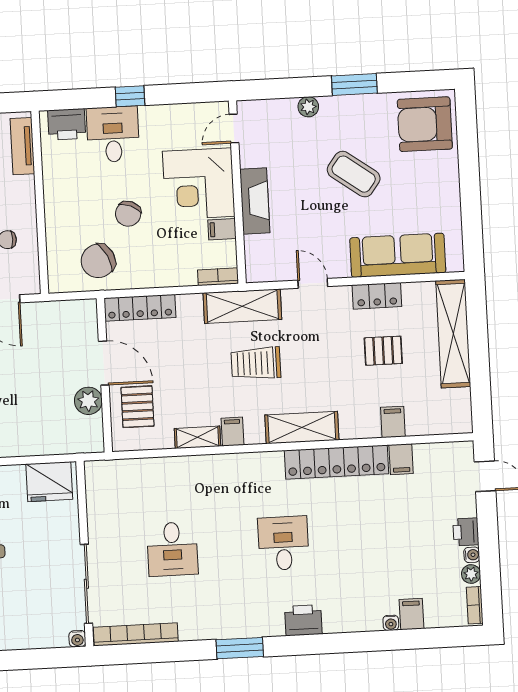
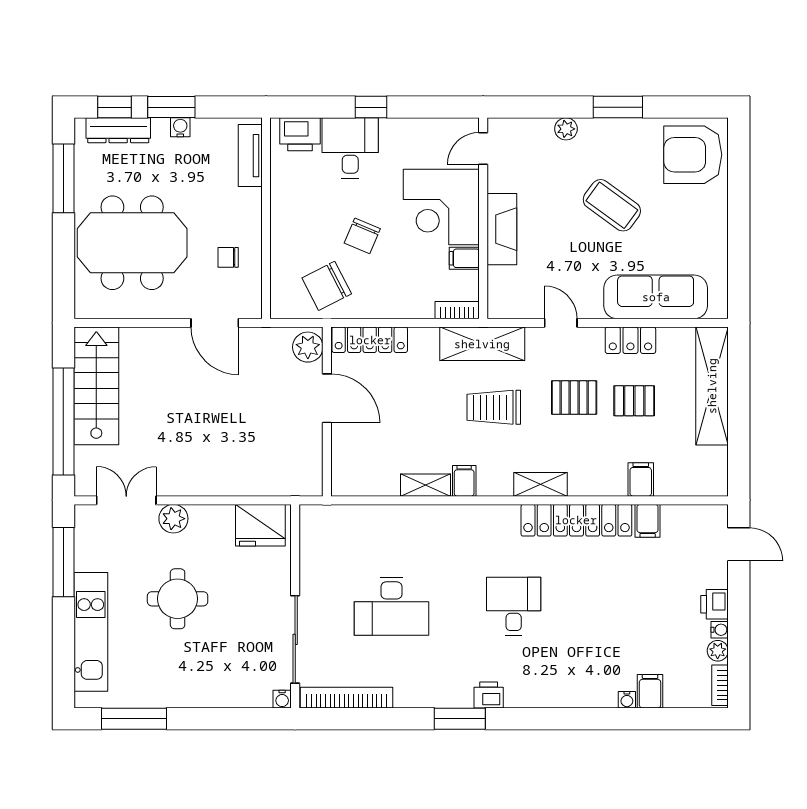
plant: (88, 401) -> (308, 347), moved
pallet: (137, 407) -> (574, 398), moved, turned 90
shelving: (302, 428) -> (540, 484), width x0.67, depth x0.75
desk: (172, 549) -> (391, 606), width x1.37
printer: (303, 620) -> (489, 695), moved, width x0.73, depth x0.81

